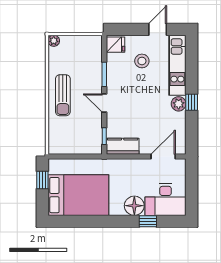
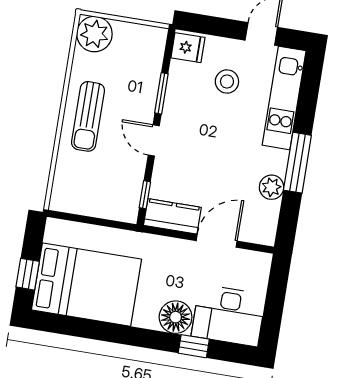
plant: (54, 41) -> (94, 34), width x1.87, depth x1.87
window: (192, 102) -> (297, 163), width x2.17
plant: (179, 104) -> (272, 187), moved
door: (163, 157) -> (217, 241), moved
window: (42, 180) -> (28, 274), moved

